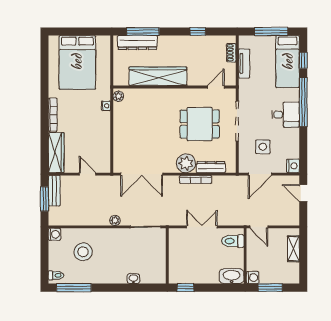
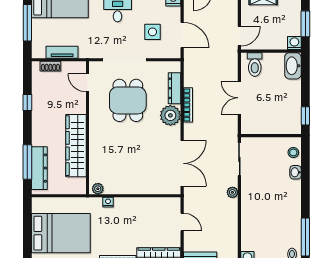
door: (88, 174) -> (182, 222), swing flipped
stool: (83, 252) -> (293, 152), moved, width x0.53, depth x0.53

